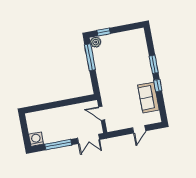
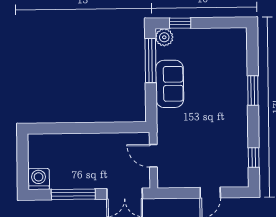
window: (158, 85) -> (254, 158), moved
sofa: (148, 97) -> (170, 84), moved, turned 180

